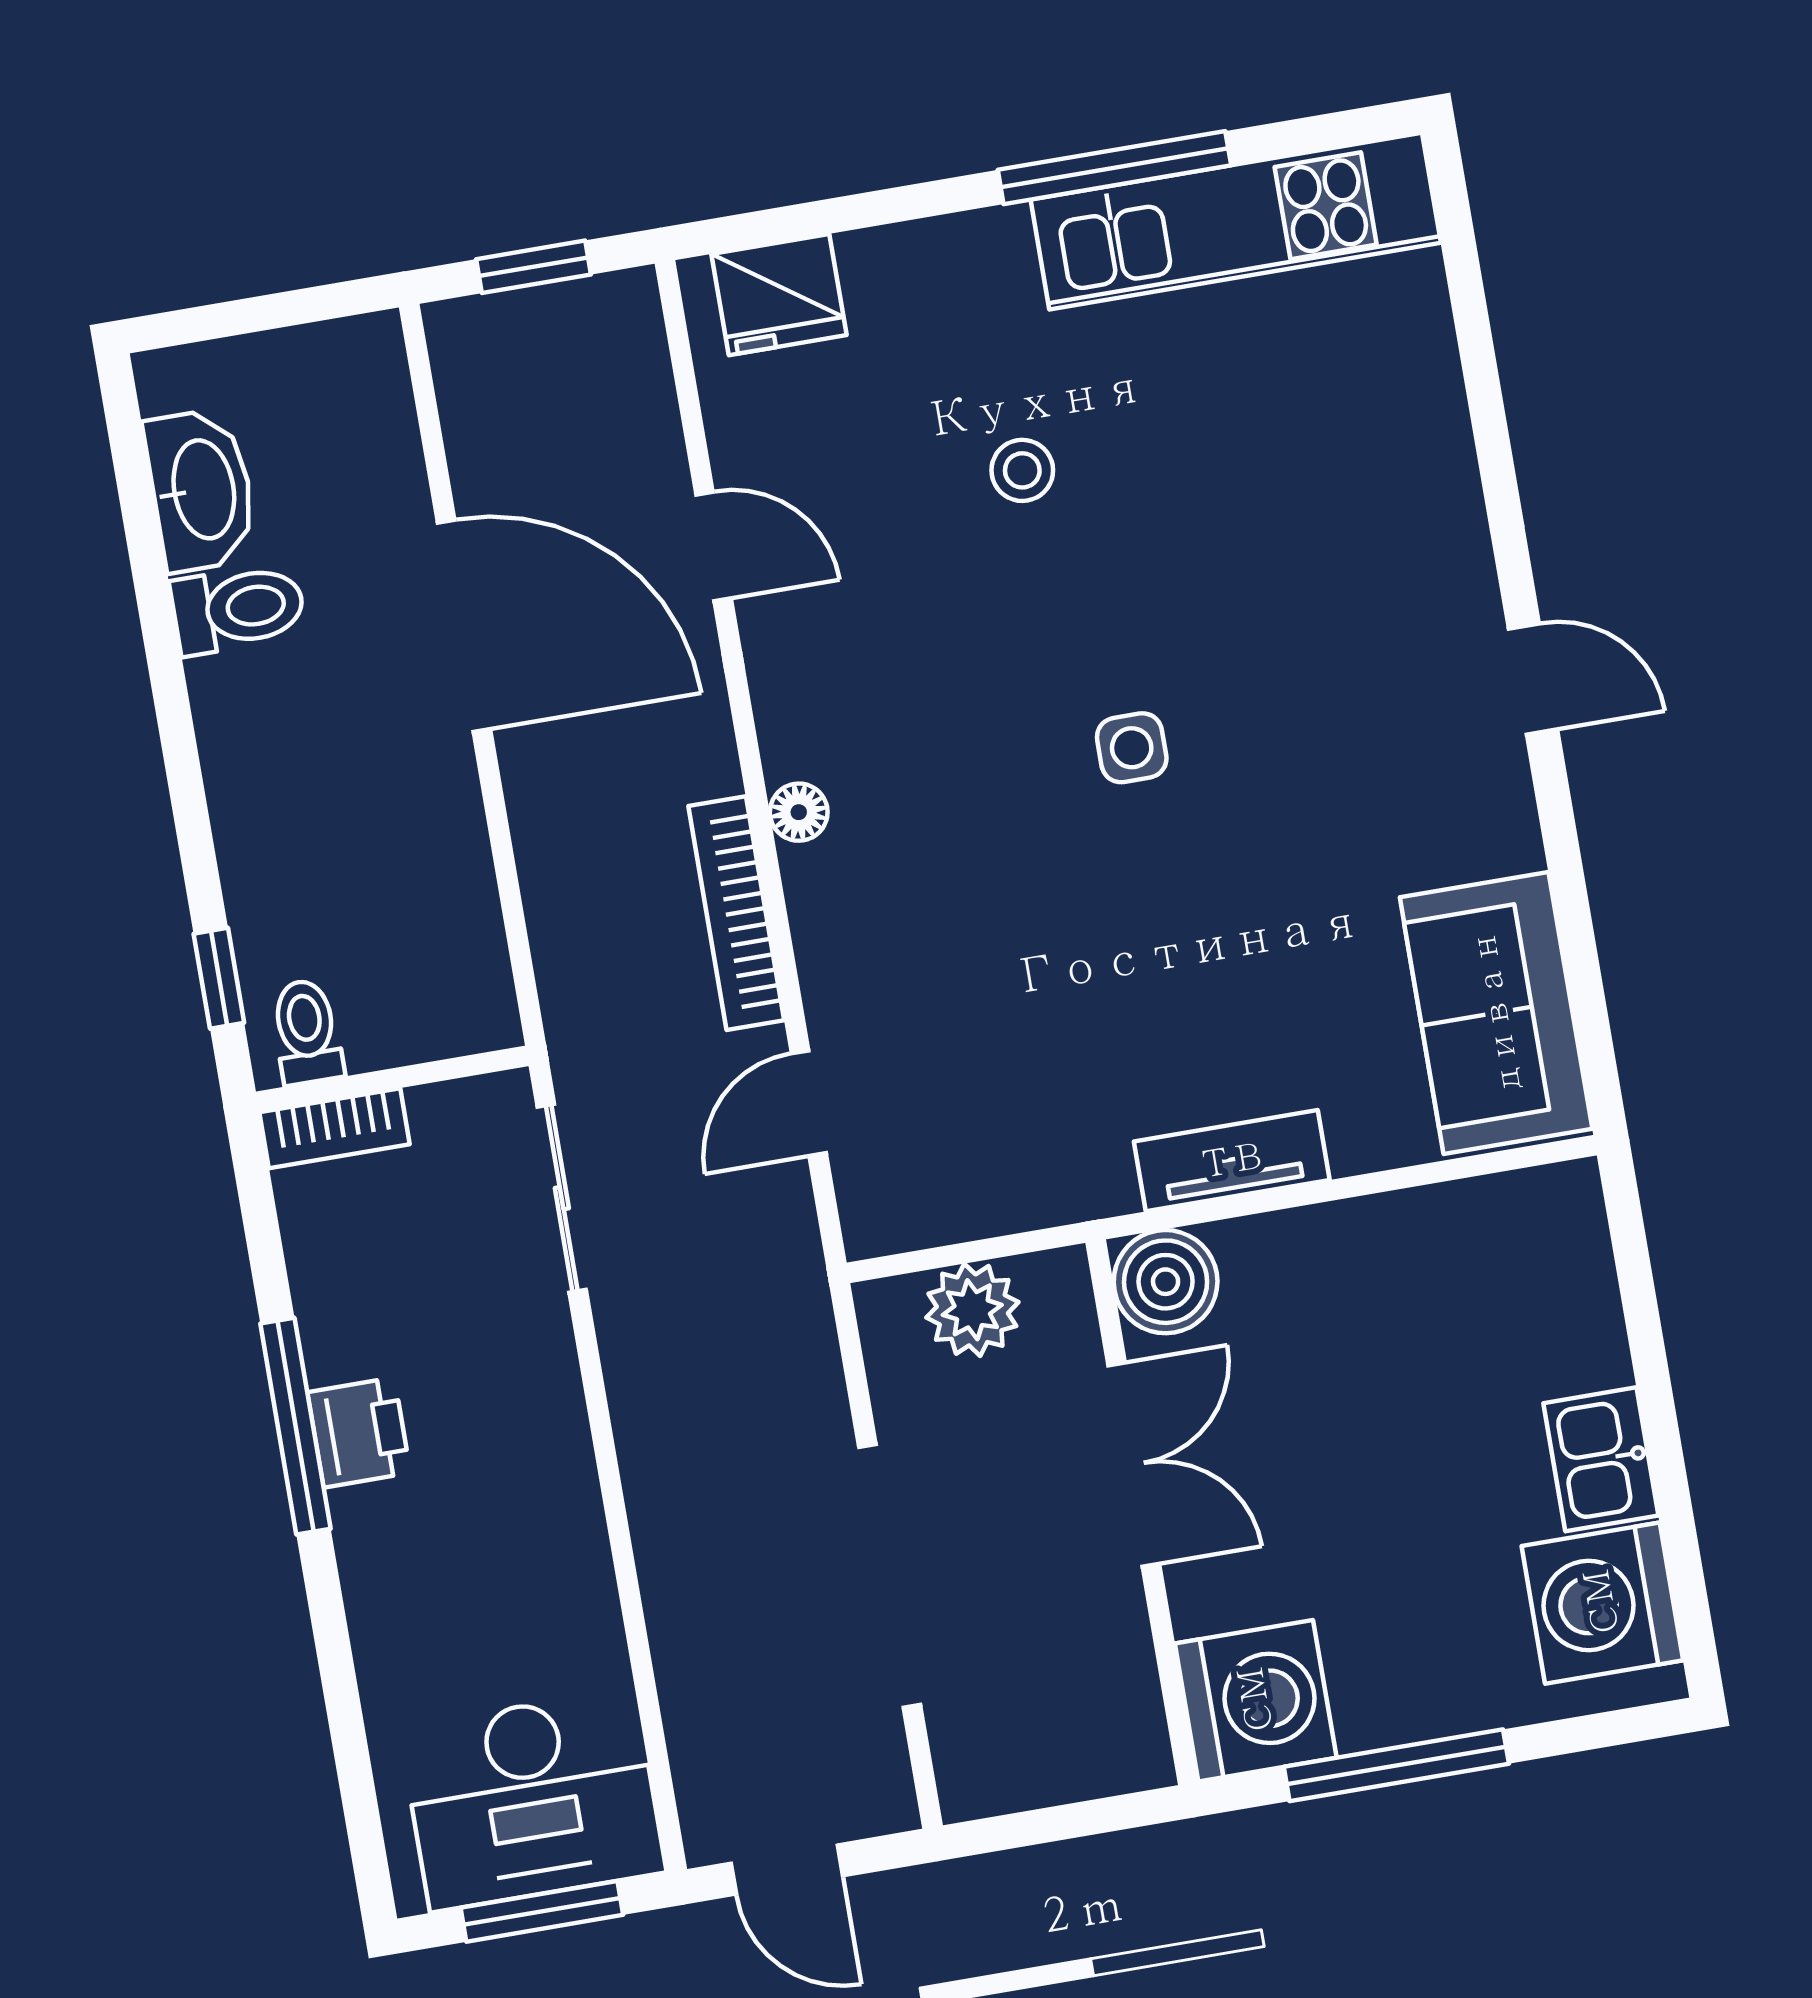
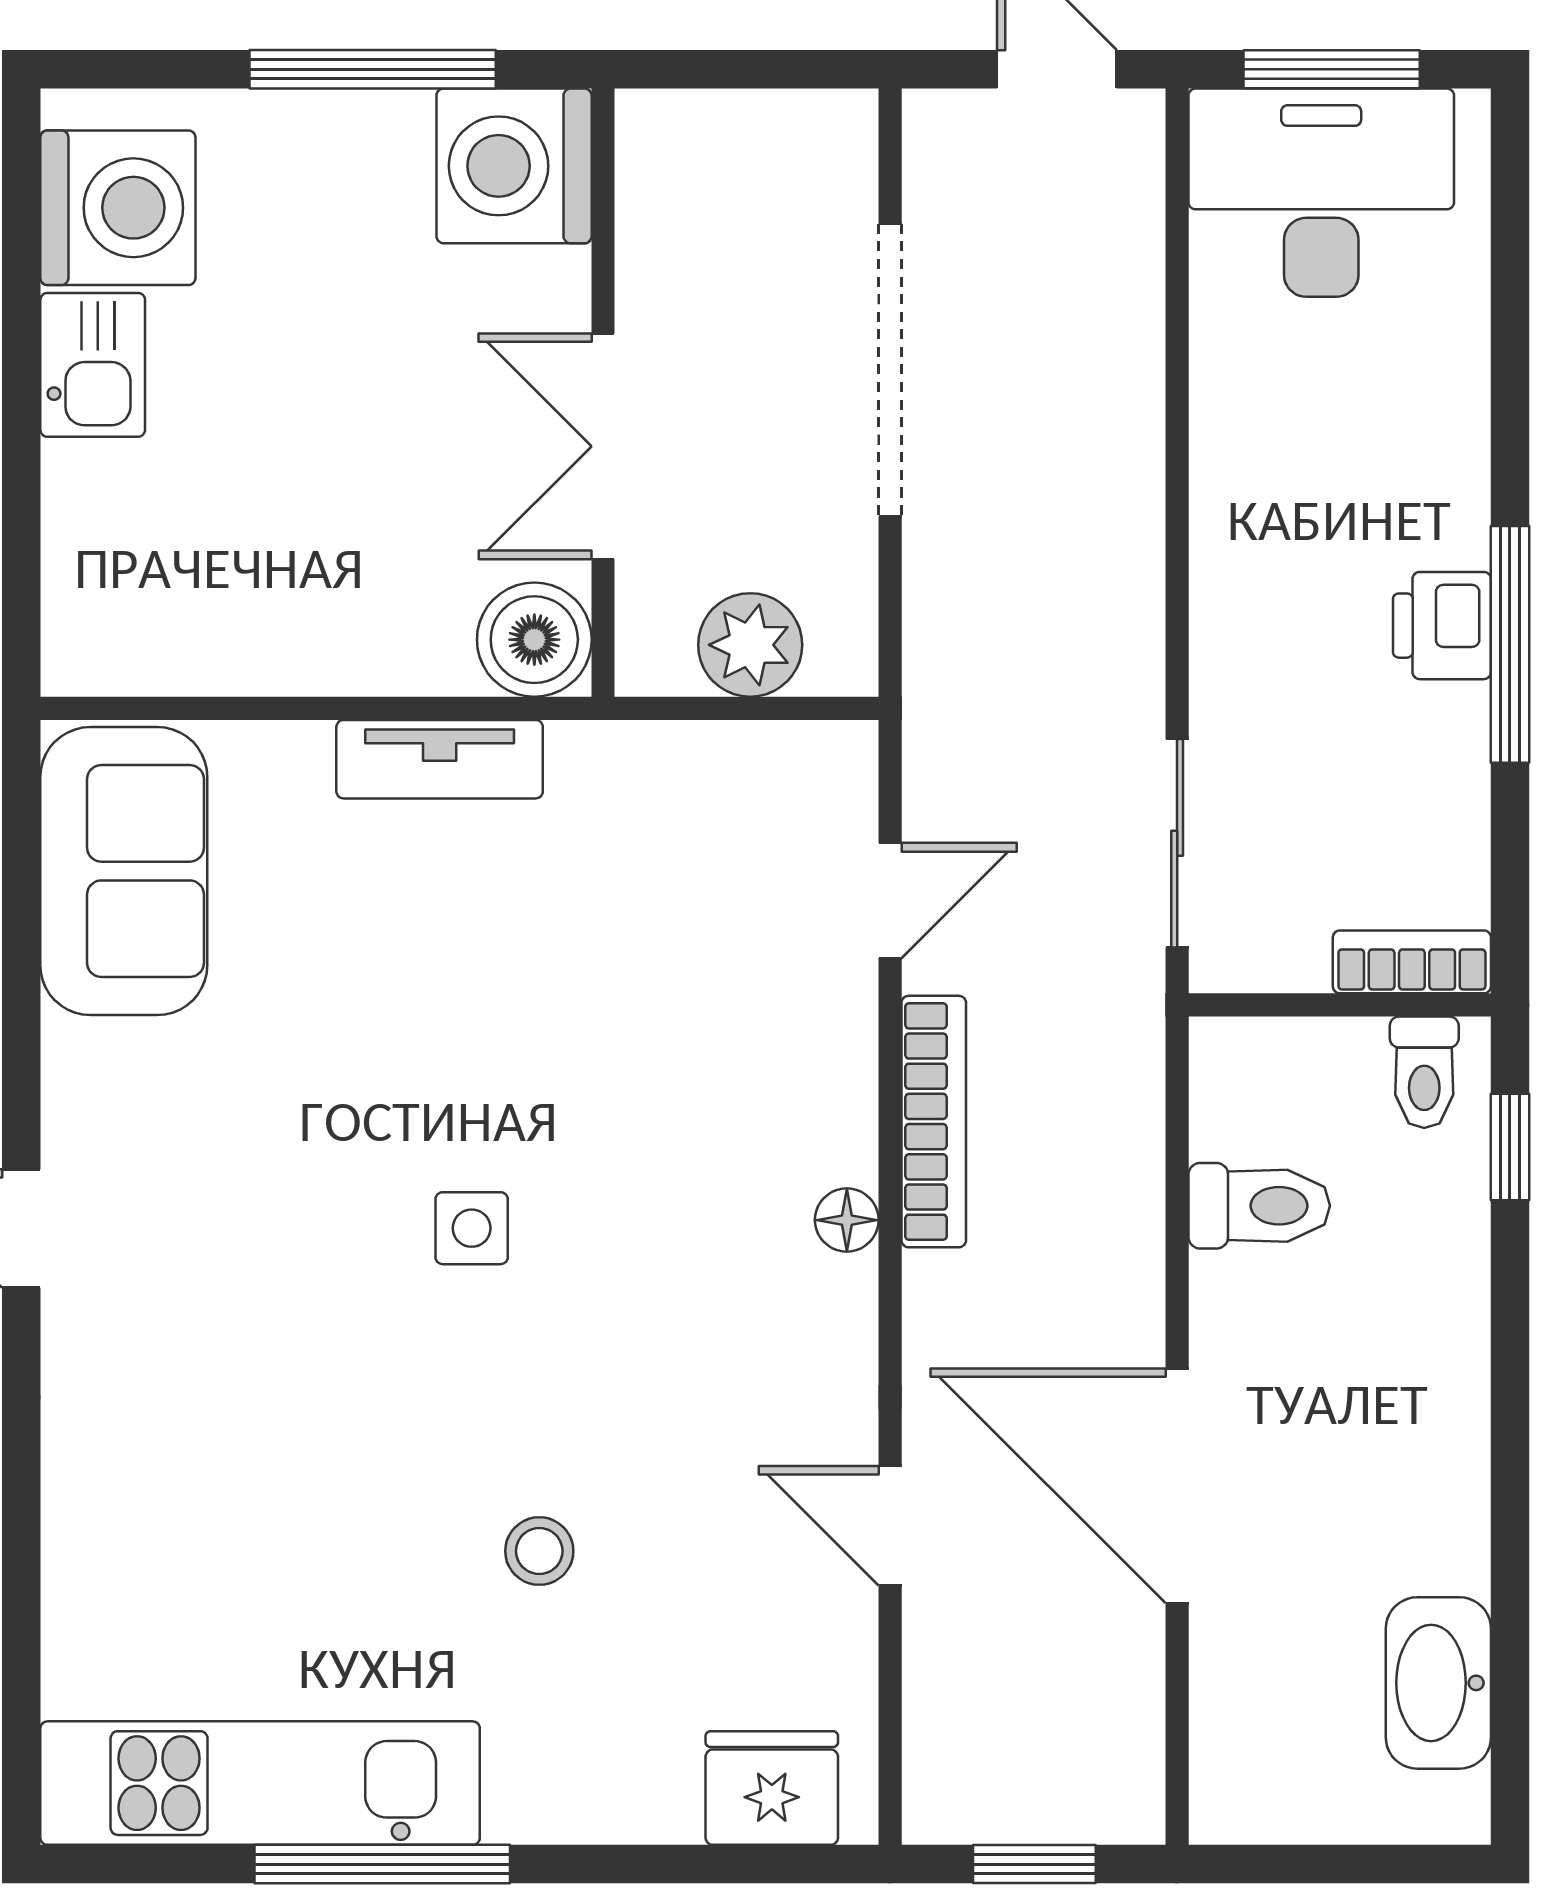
toilet: (238, 609) -> (1259, 1206), moved, turned 180

